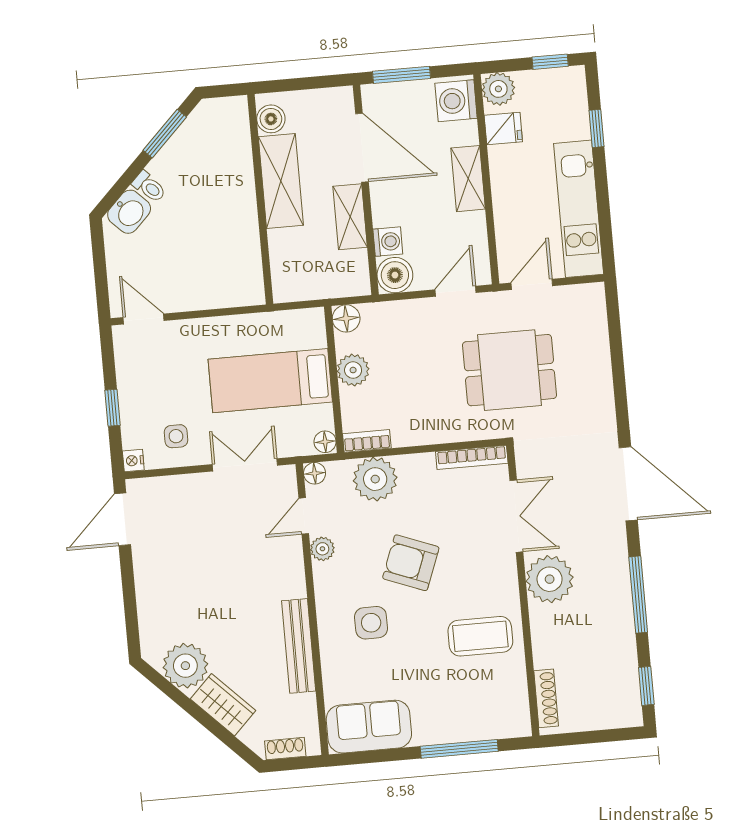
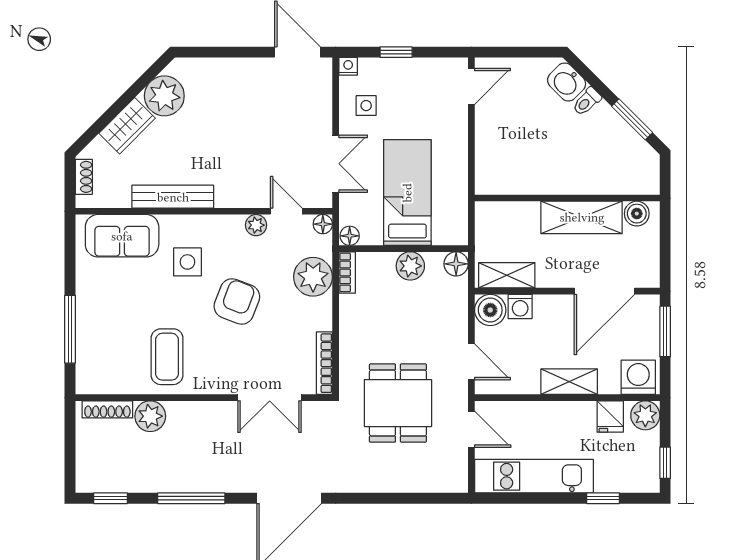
shelving: (350, 217) -> (507, 275), moved
plant: (550, 579) -> (150, 416), moved, width x0.73, depth x0.73
sofa: (369, 727) -> (122, 236), moved, turned 90

